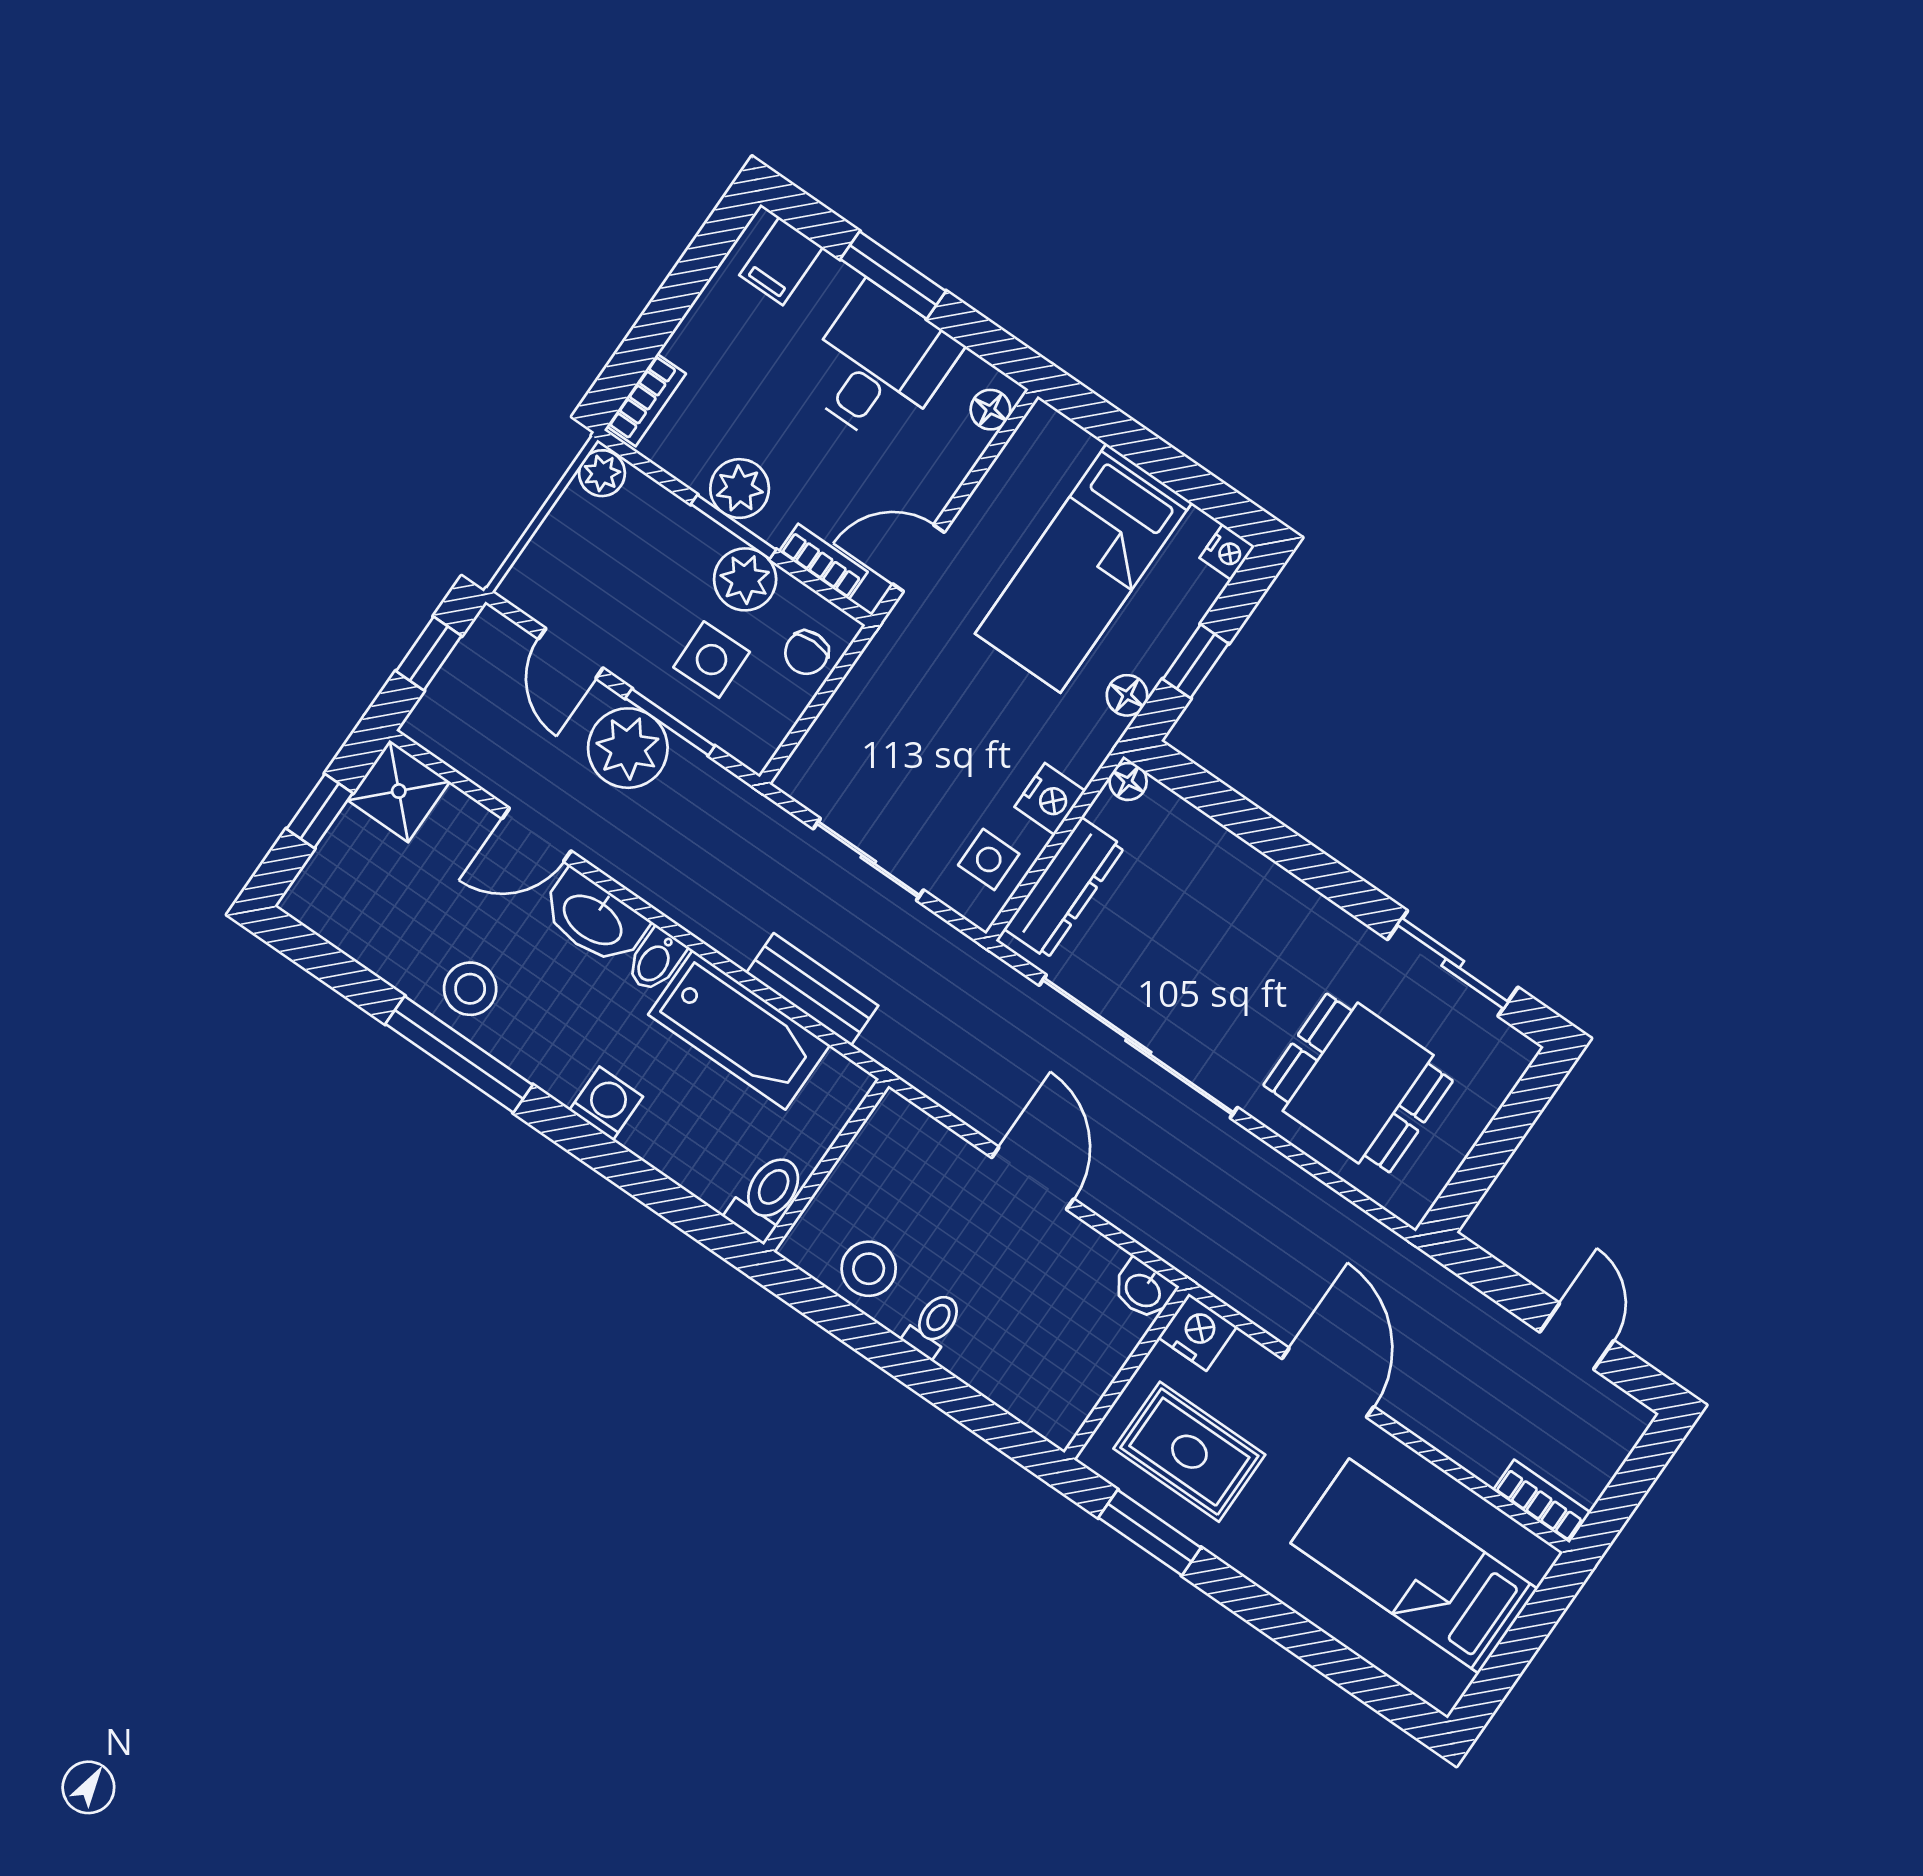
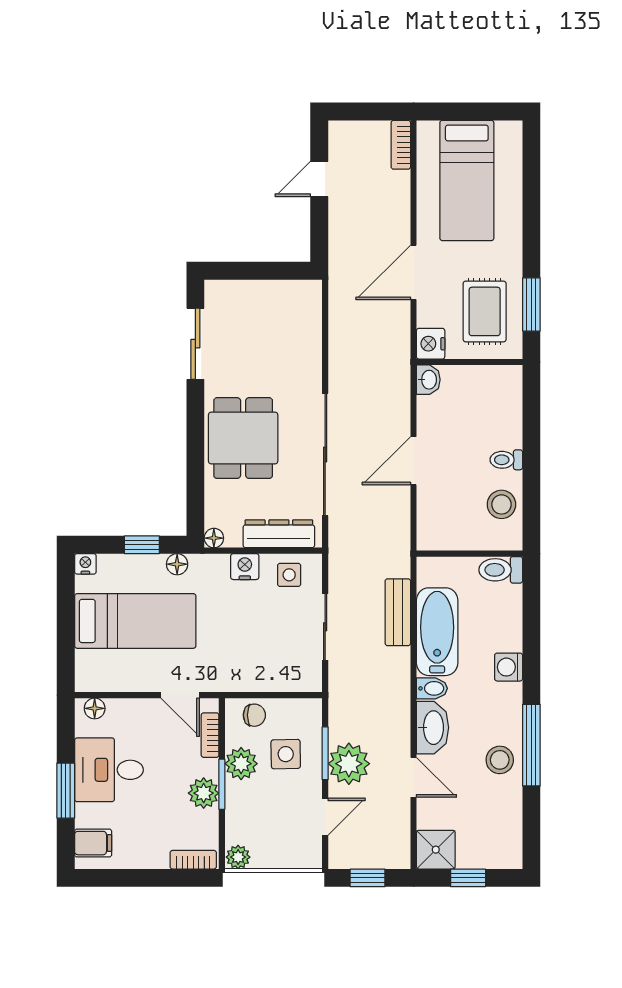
dining table: (1358, 1083) -> (243, 438), moved

